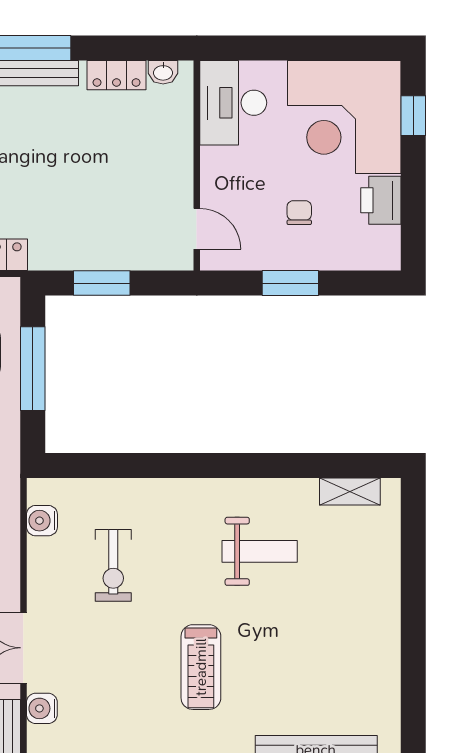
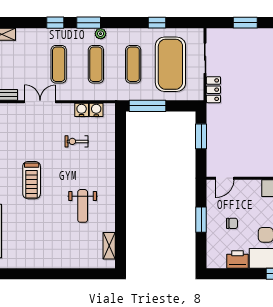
window: (33, 369) -> (147, 106), moved
exercise bike: (113, 565) -> (76, 141), width x0.73, depth x0.72
treadmill: (201, 667) -> (32, 180), turned -90
water cooler: (42, 708) -> (82, 110), moved

